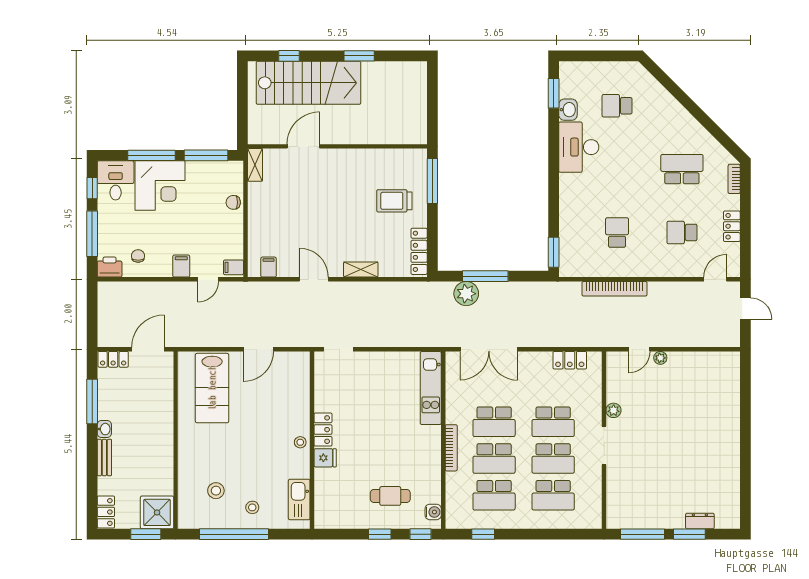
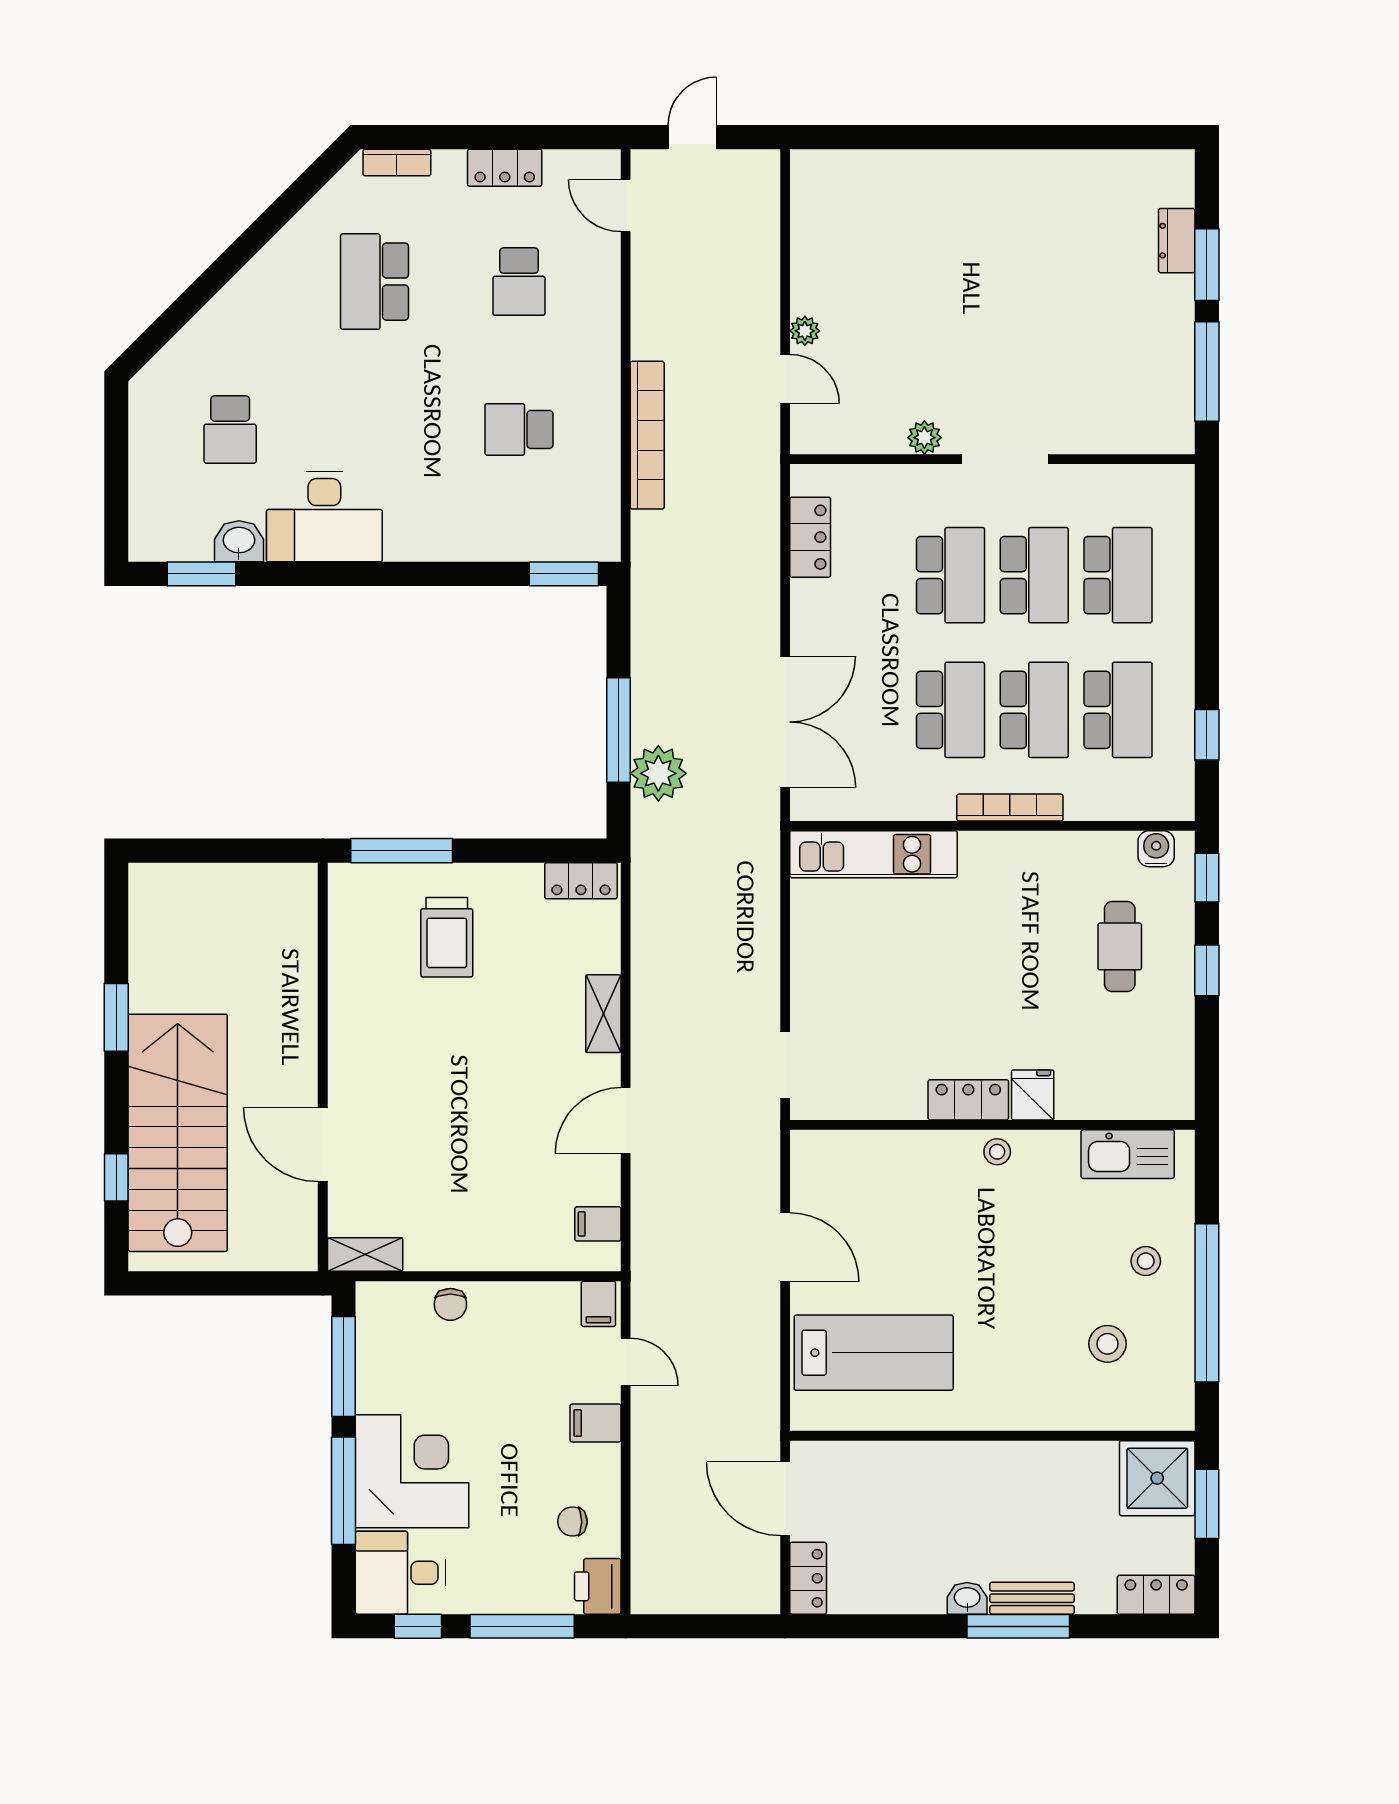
locker: (419, 251) -> (581, 881), width x0.66
window: (92, 401) -> (1018, 1626), moved

